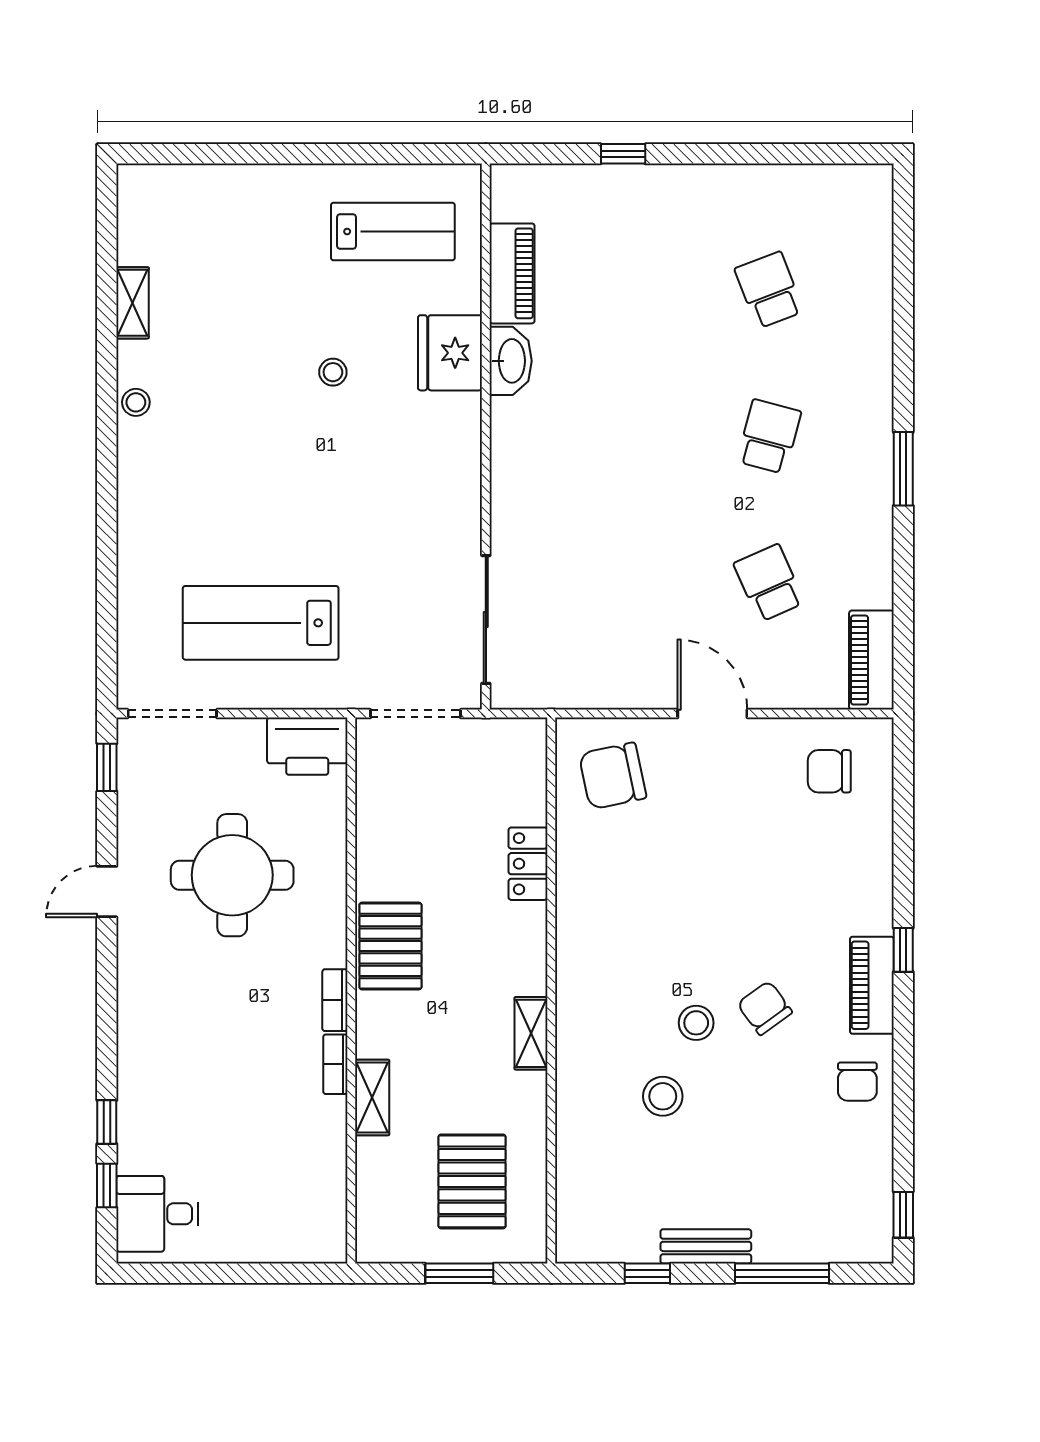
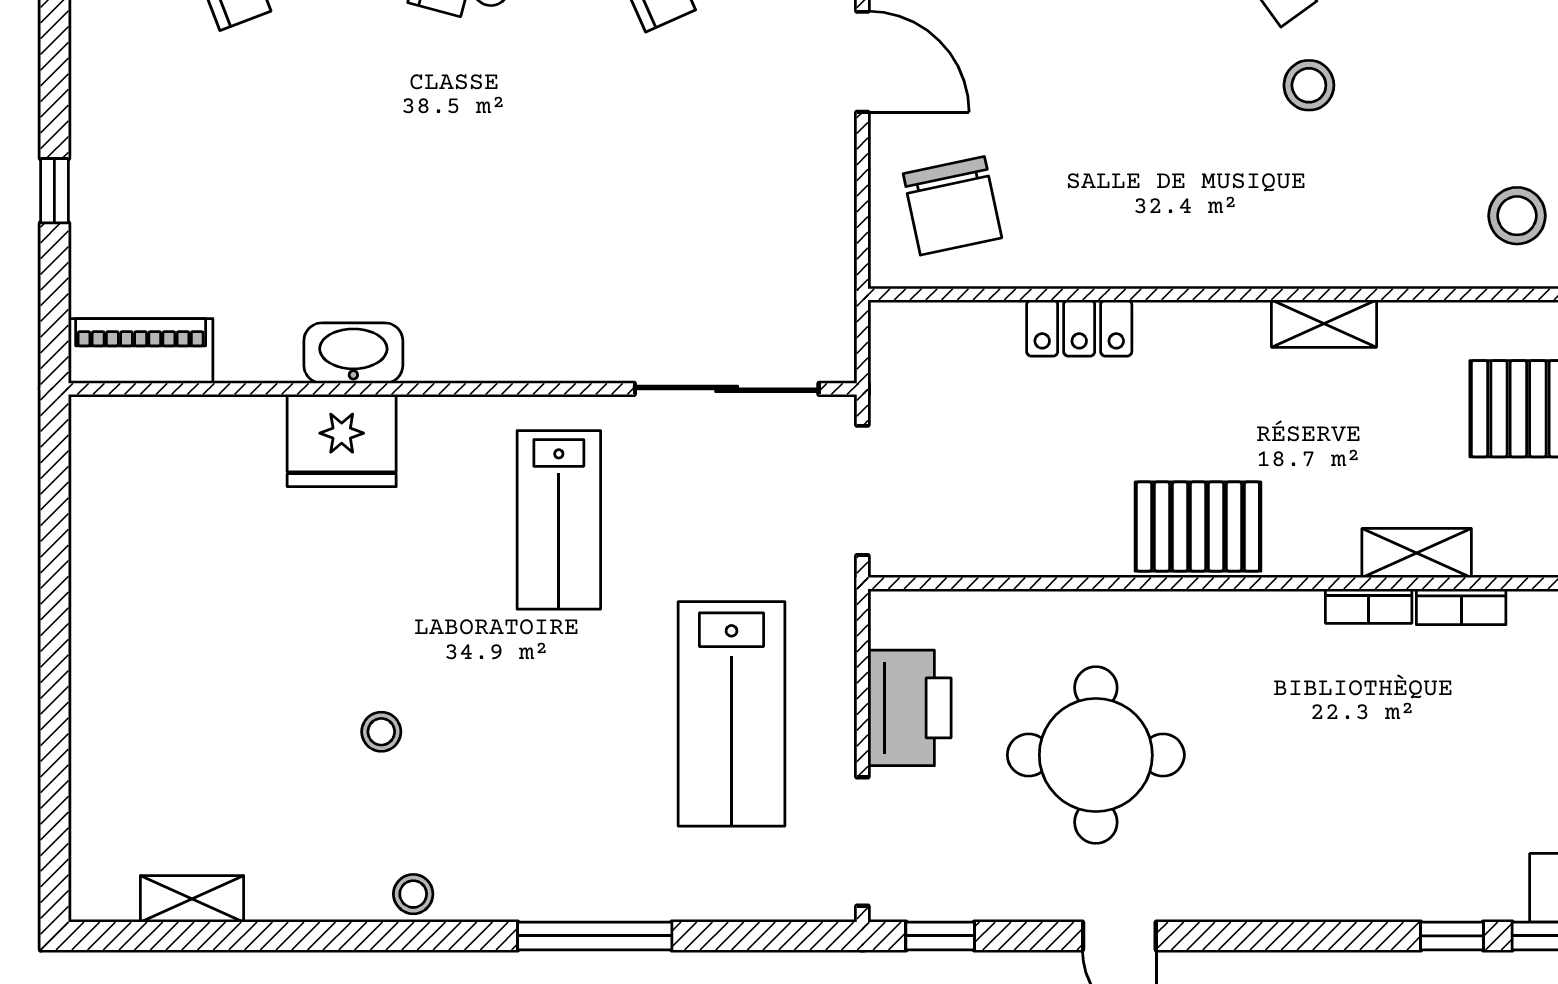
lab bench: (393, 232) -> (559, 520), moved, turned 180
piano: (512, 273) -> (141, 351), moved
shelving: (133, 303) -> (192, 899), moved
stool: (333, 372) -> (381, 732), moved
window: (107, 528) -> (595, 936), added
door: (712, 714) -> (862, 62), swing flipped
printer: (307, 746) -> (910, 708), moved
bookcase: (335, 1000) -> (1461, 607), moved
stool: (663, 1096) -> (1517, 216), moved

